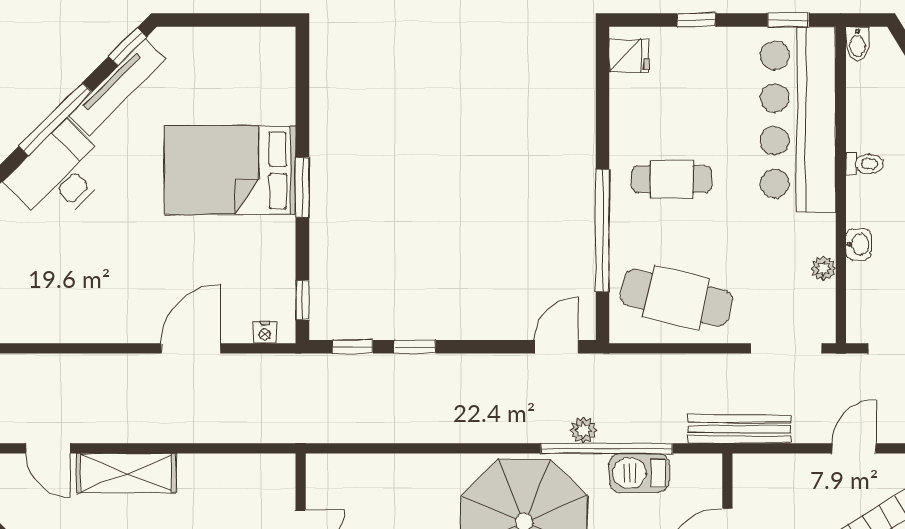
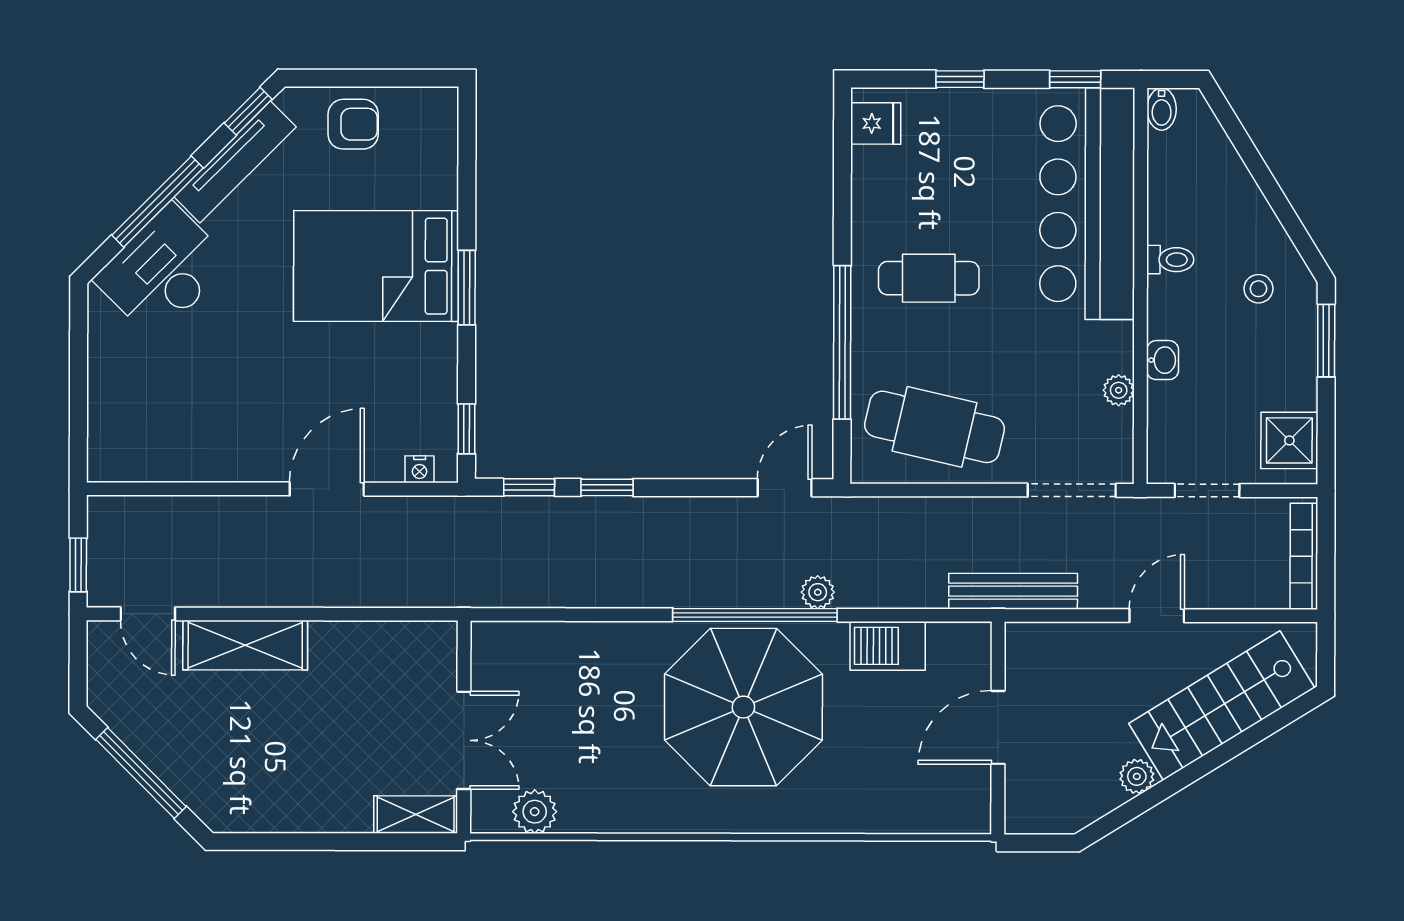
armchair: (211, 57) -> (353, 124), added
window: (607, 448) -> (755, 615), moved

